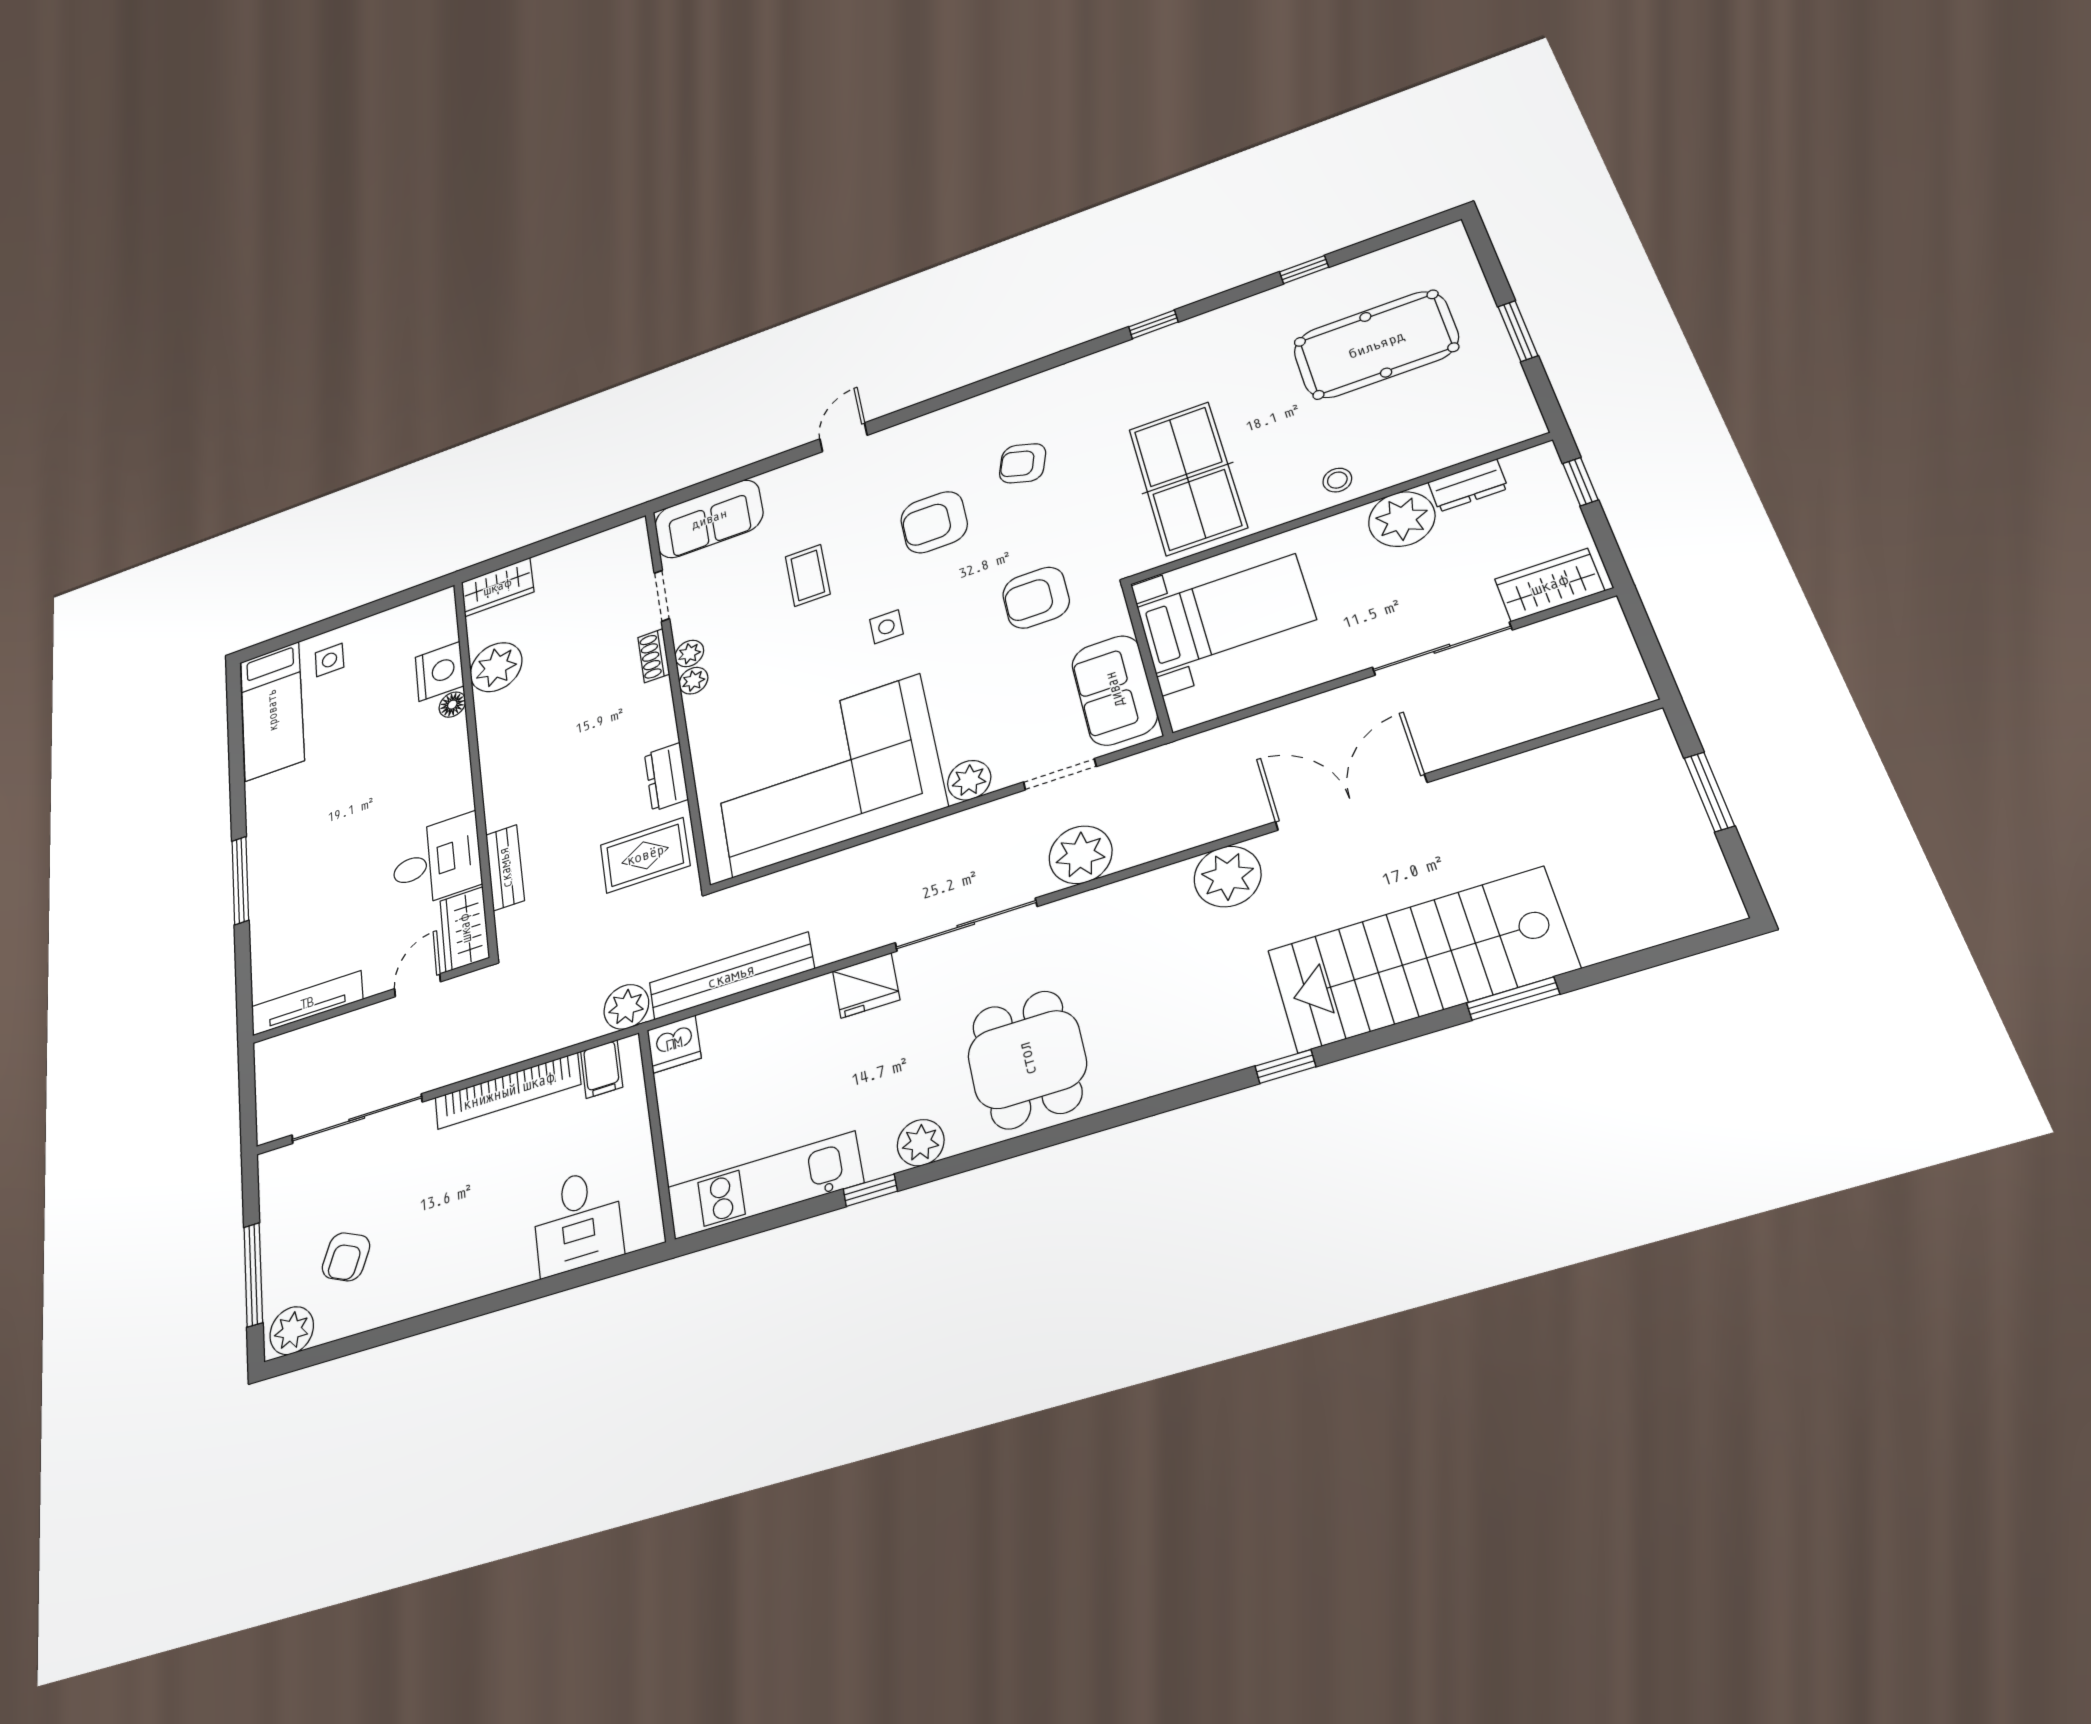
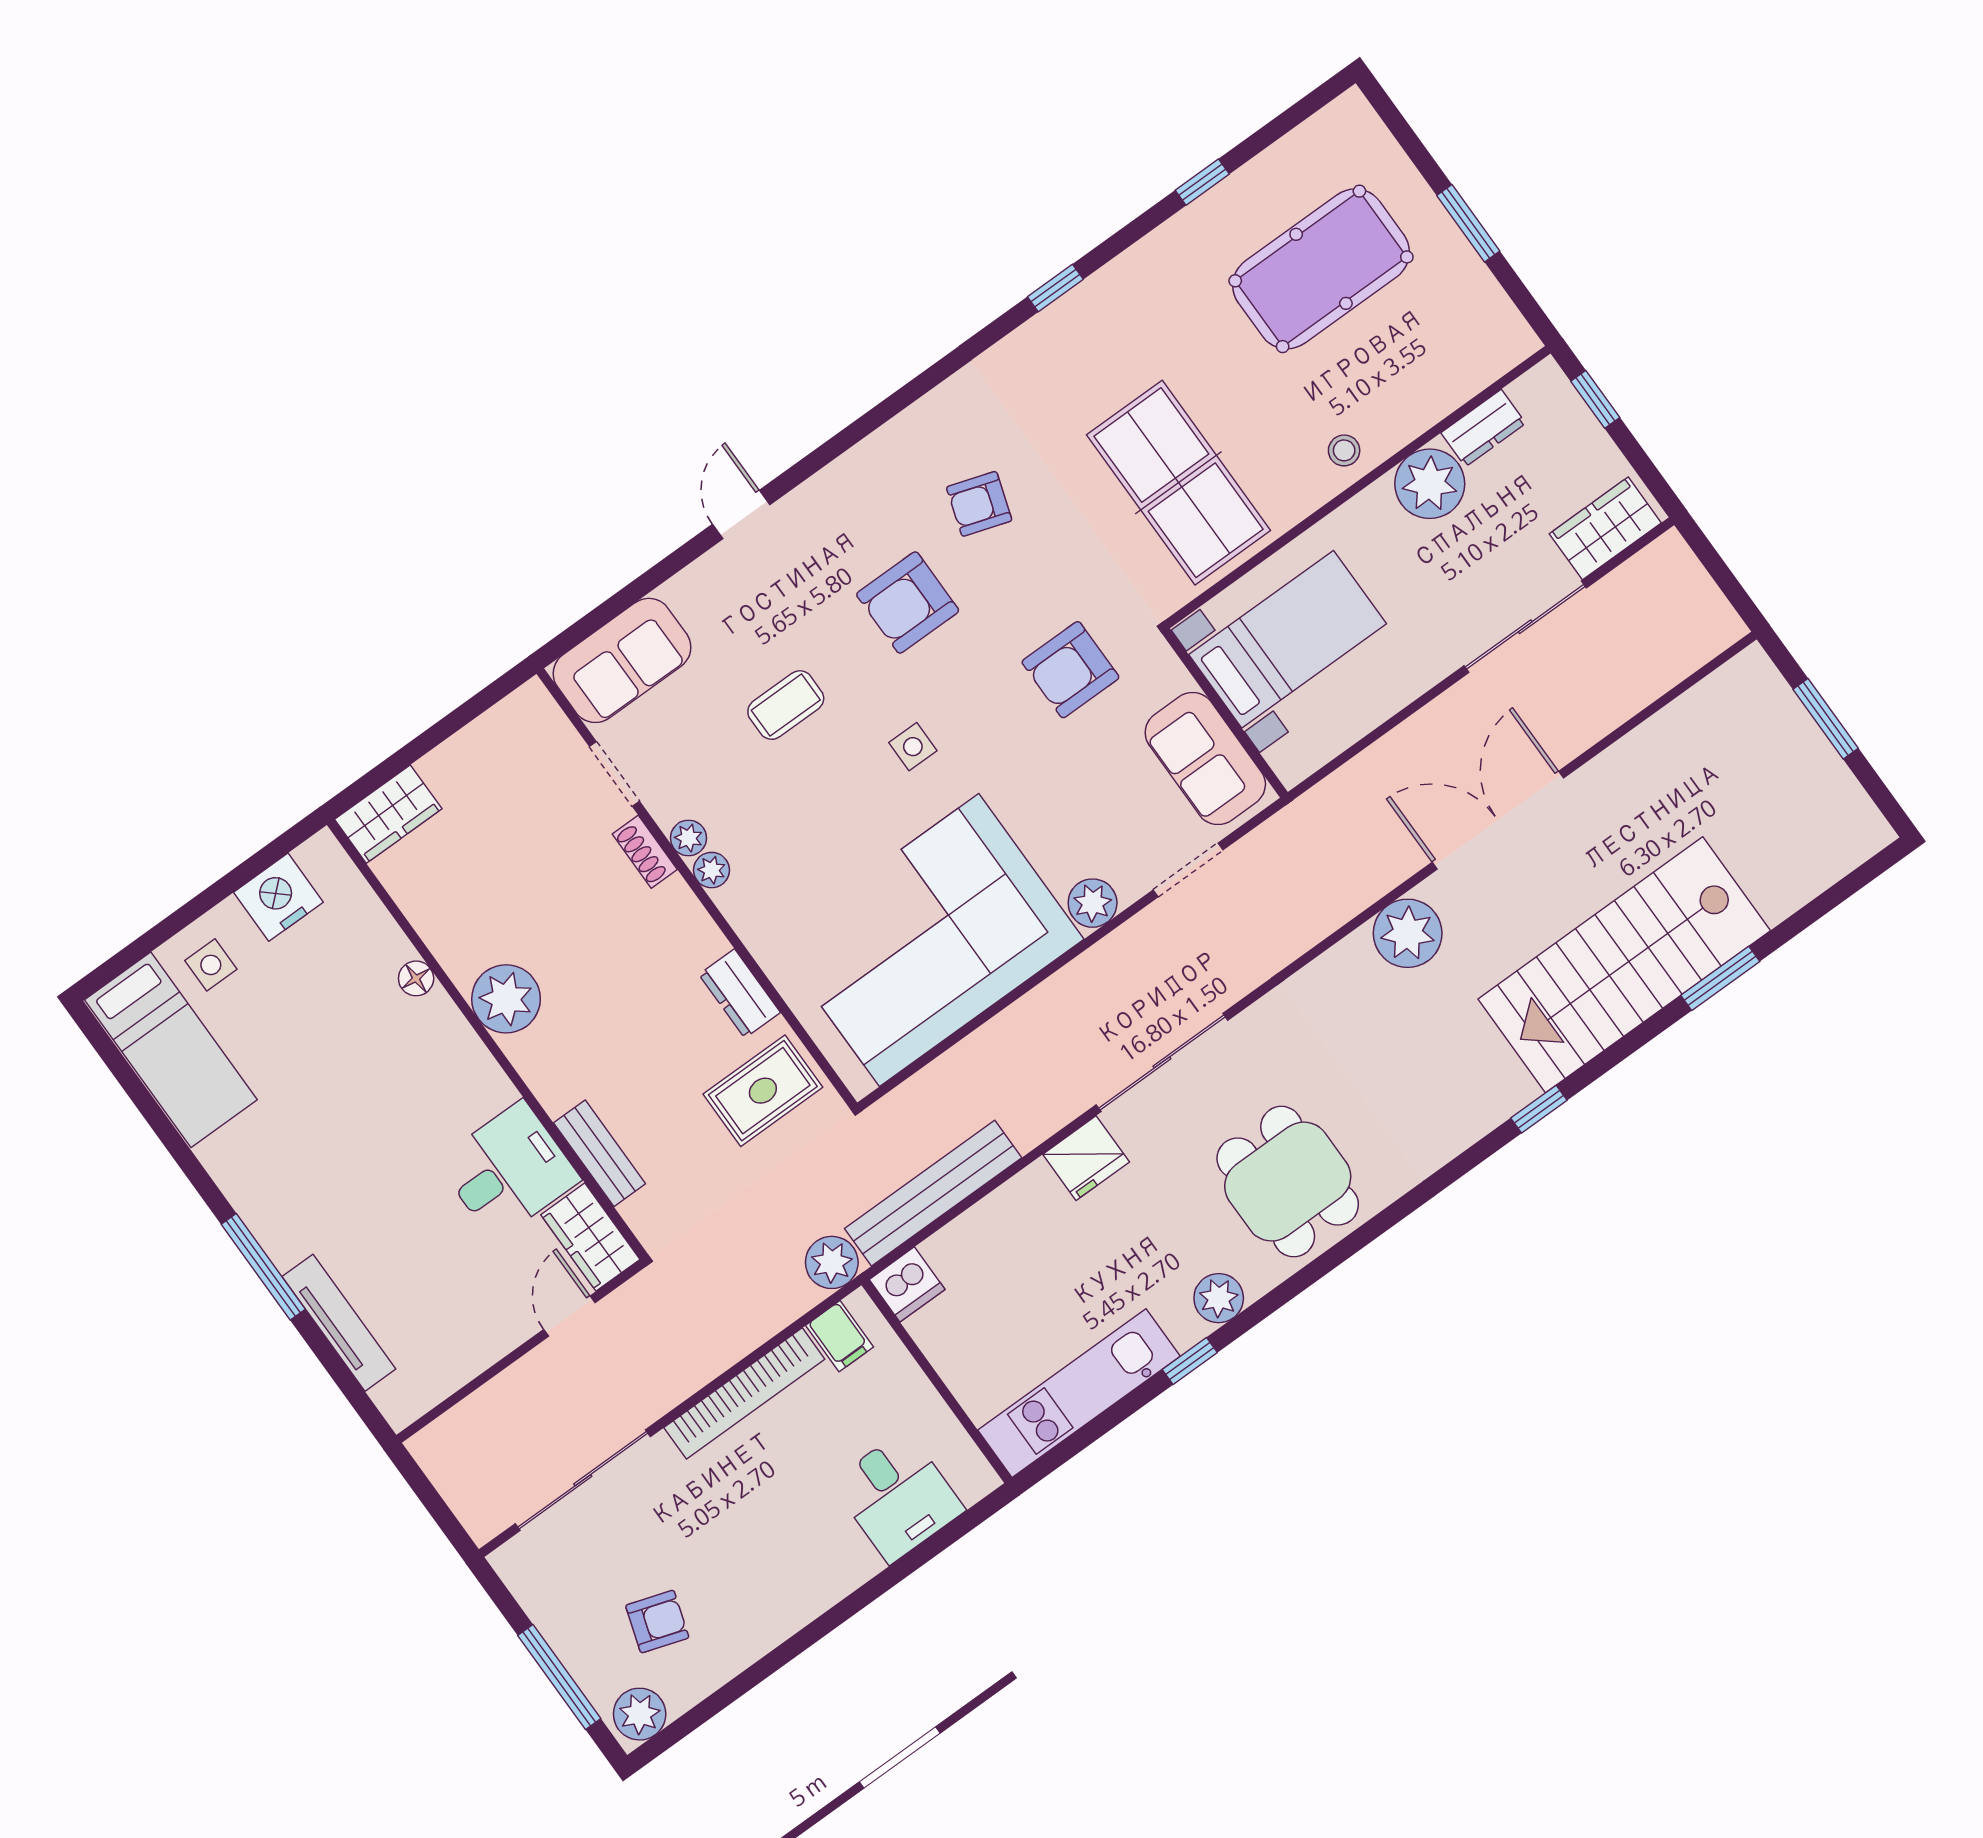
coffee table: (808, 575) -> (786, 705), turned 90
plant: (496, 667) -> (506, 999), moved
nightstand: (440, 671) -> (278, 897), moved, turned -90
plant: (1081, 855) -> (1249, 953), removed
tv unit: (307, 1003) -> (339, 1323), moved, turned 90
armchair: (346, 1257) -> (657, 1622), turned -96

